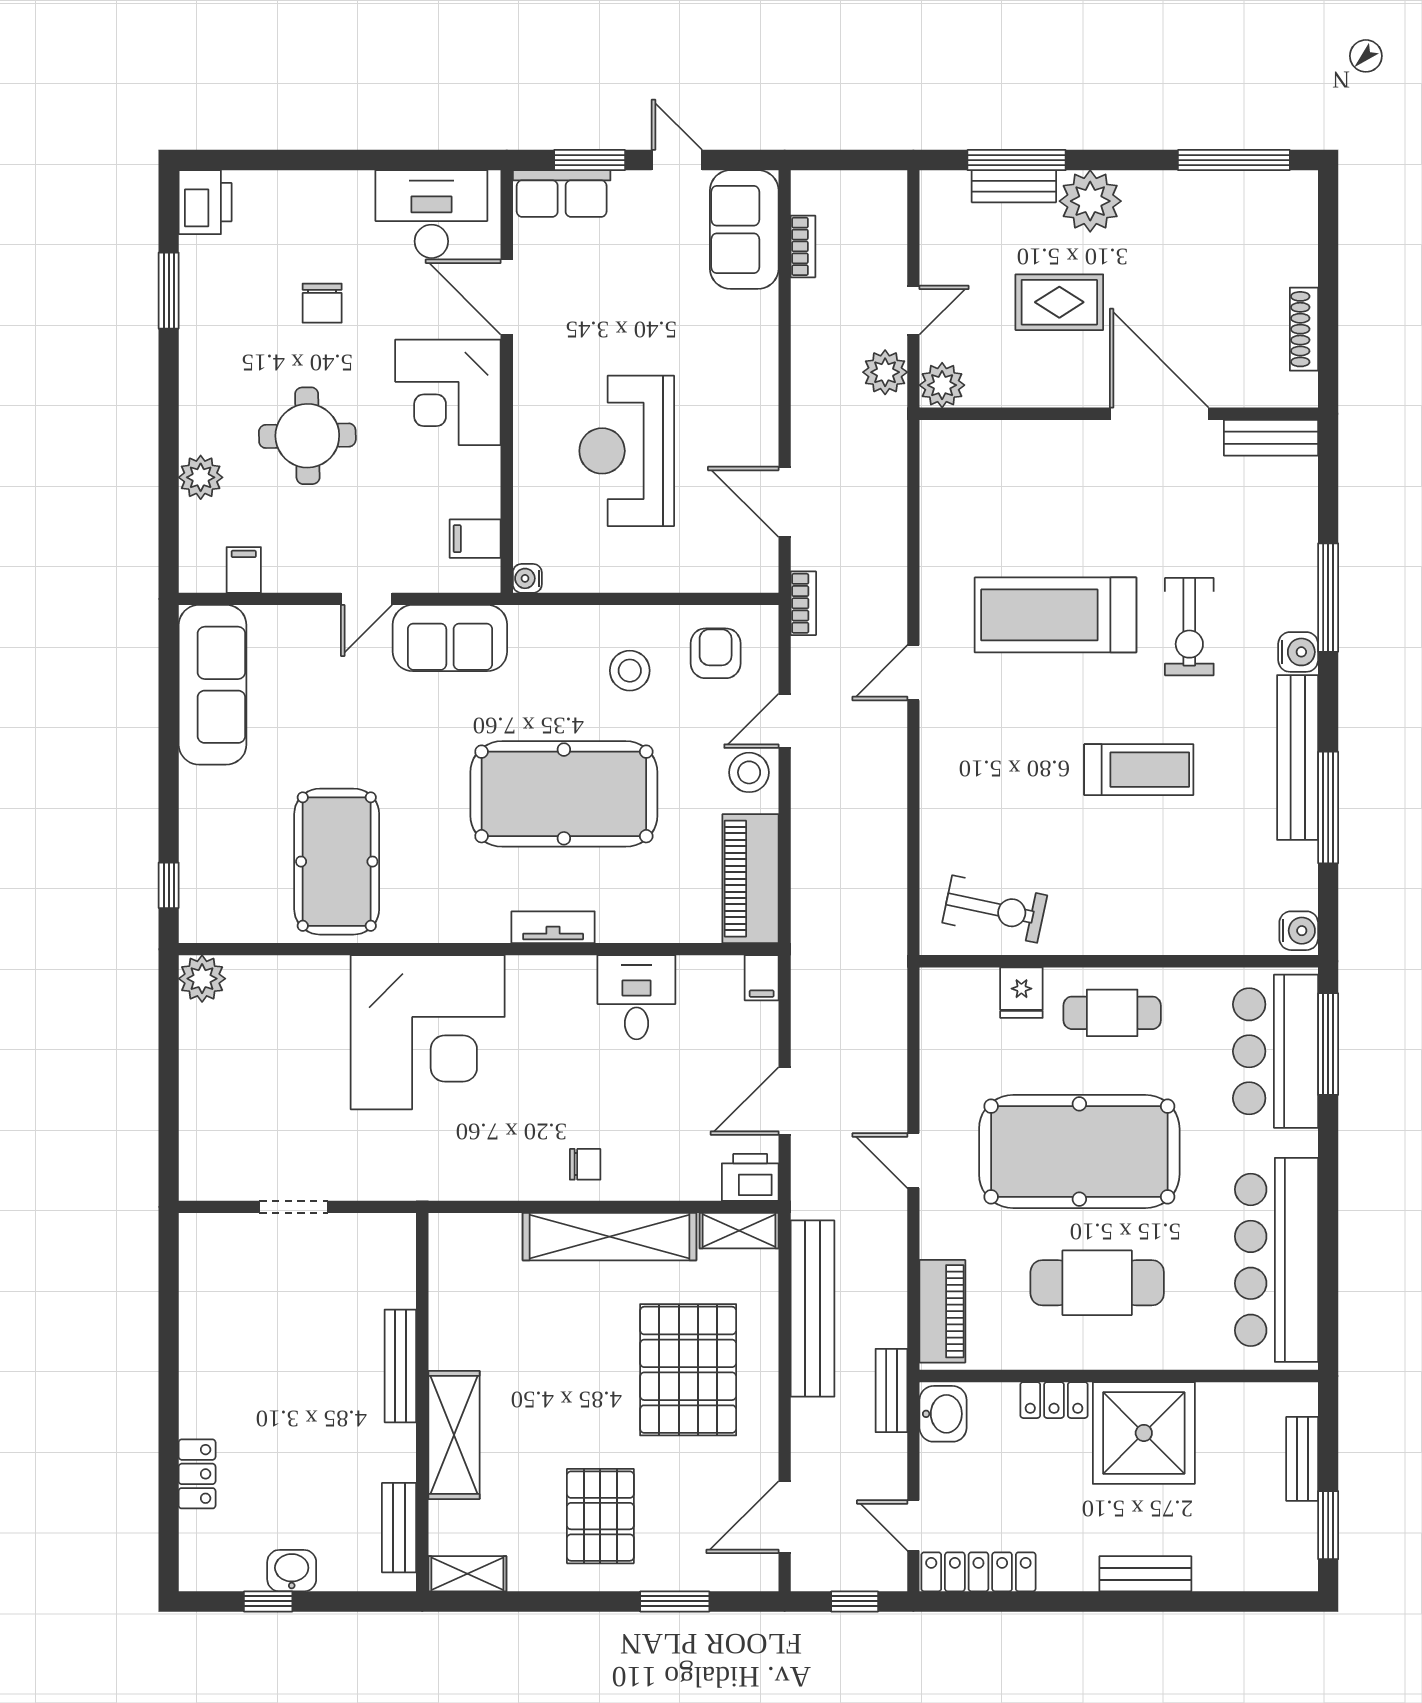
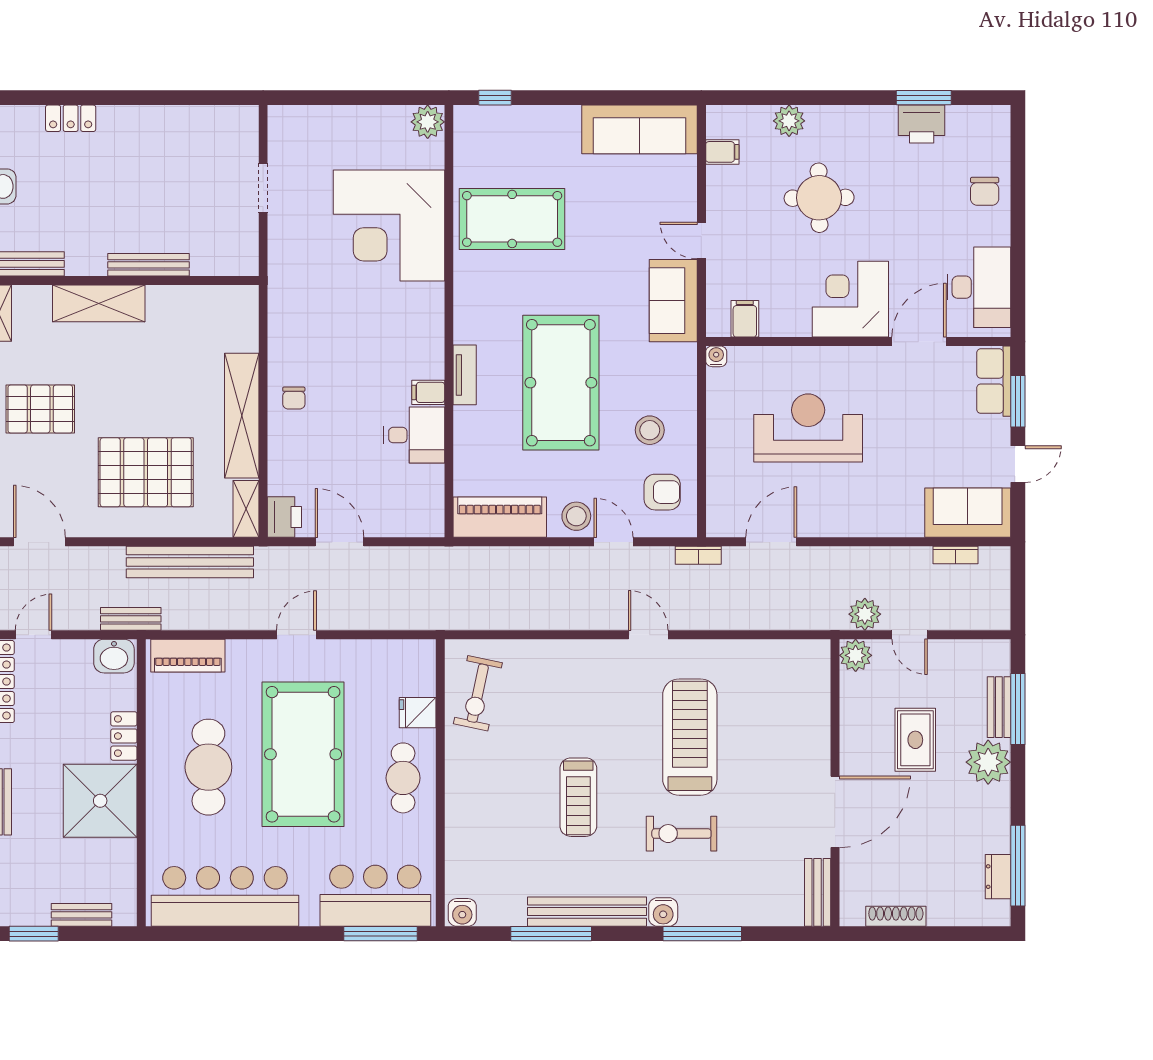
dresser: (1249, 188) -> (998, 877), added
printer: (205, 202) -> (922, 124), moved
chair: (322, 303) -> (985, 191), moved, turned -90
filing cabinet: (762, 978) -> (428, 392), moved
corner desk: (428, 1032) -> (389, 225), moved

